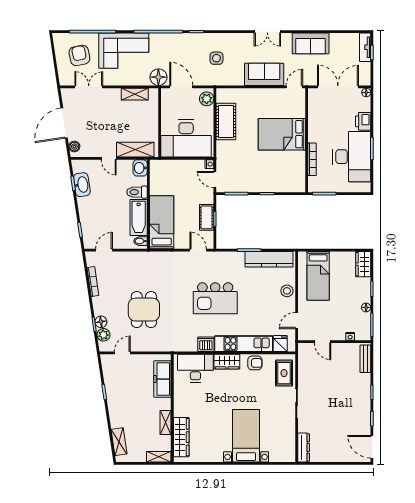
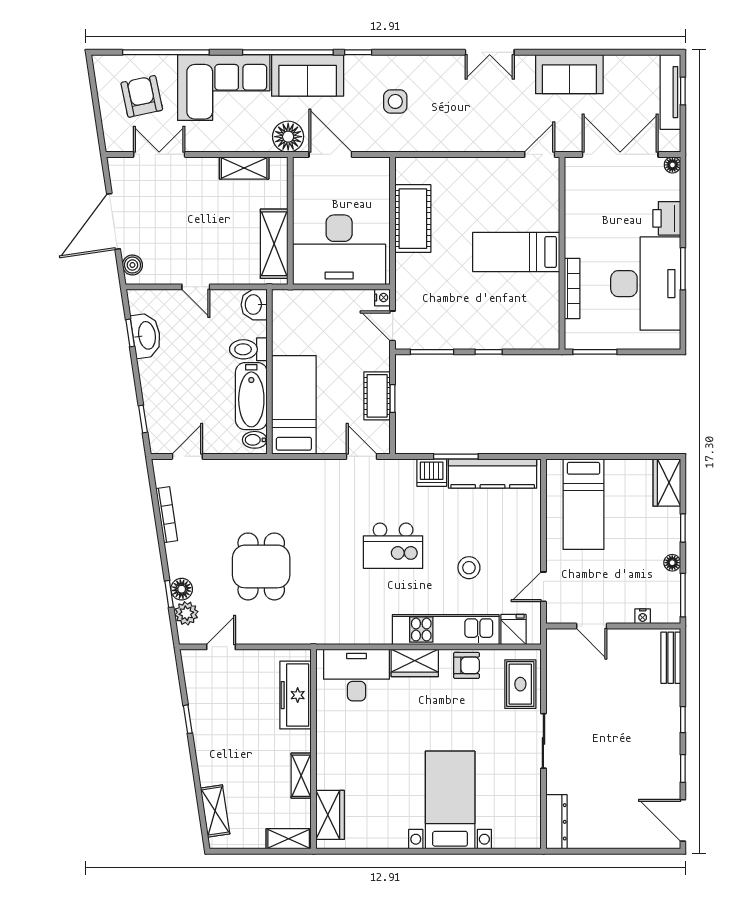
tv unit: (365, 47) -> (670, 92), width x1.41
sofa: (264, 74) -> (308, 75), moved, turned 180
plant: (207, 99) -> (377, 177), removed
bed: (282, 134) -> (516, 252), width x0.67
shelving: (135, 150) -> (274, 244), moved, turned 90
stool: (287, 291) -> (469, 568), moved
kitchen island: (215, 298) -> (393, 546), width x0.73, depth x0.78
dishwasher: (206, 344) -> (432, 473), moved, turned 180
wardrobe: (181, 437) -> (330, 815), width x0.67

